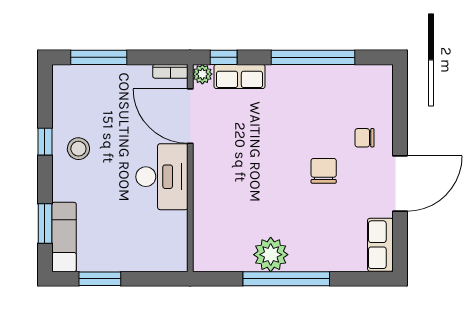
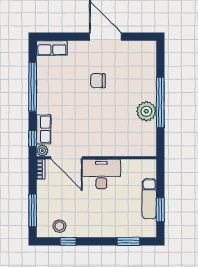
door: (190, 116) -> (67, 158), hinge flipped
chair: (365, 138) -> (79, 57), removed
window: (45, 142) -> (68, 241), moved
stool: (78, 149) -> (59, 226), moved
exam couch: (64, 237) -> (149, 199), moved, turned -90
row of seats: (380, 245) -> (52, 48), moved

